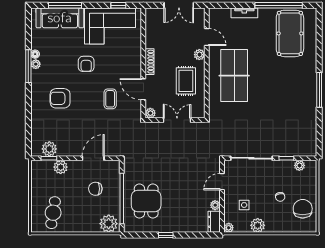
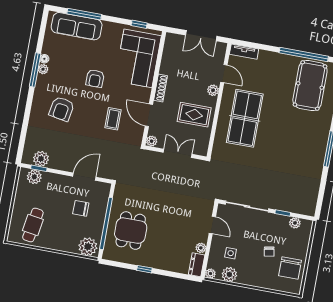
tv unit: (244, 13) -> (244, 52), moved
corner sofa: (110, 26) -> (138, 58), moved, turned 90
rug: (186, 81) -> (194, 115), turned 90
armchair: (60, 98) -> (62, 109), turned -80
plant: (61, 167) -> (34, 177), moved
door: (222, 182) -> (212, 225), swing flipped
chair: (303, 209) -> (290, 268), turned 180
plant: (258, 225) -> (229, 275), moved

